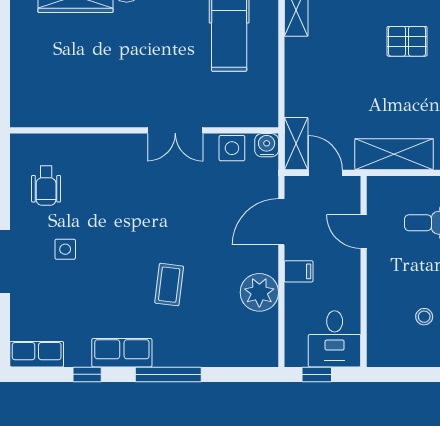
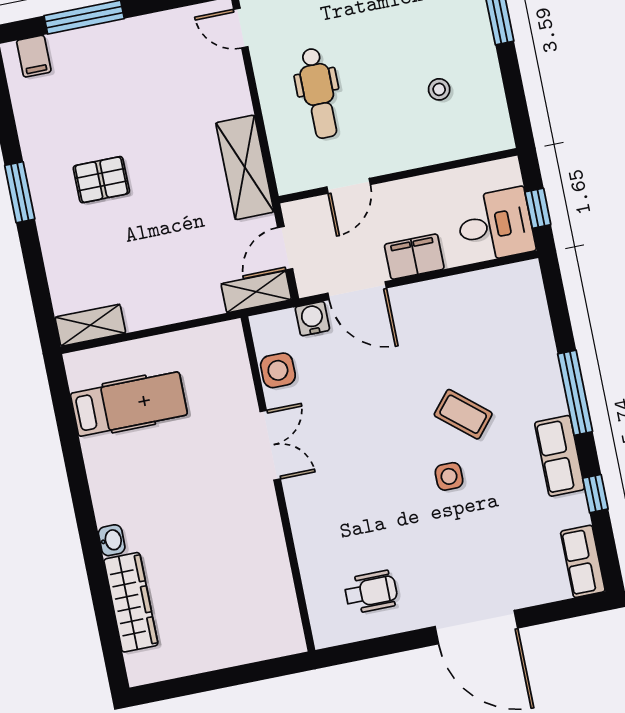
pallet: (407, 41) -> (101, 180), turned 90
water cooler: (267, 145) -> (312, 319), moved, turned 90
side table: (65, 249) -> (449, 476), moved
filing cabinet: (299, 271) -> (414, 257), width x2.00
coffee table: (169, 285) -> (463, 414), turned 33
plant: (259, 292) -> (450, 300), removed
desk: (335, 339) -> (495, 225), moved

